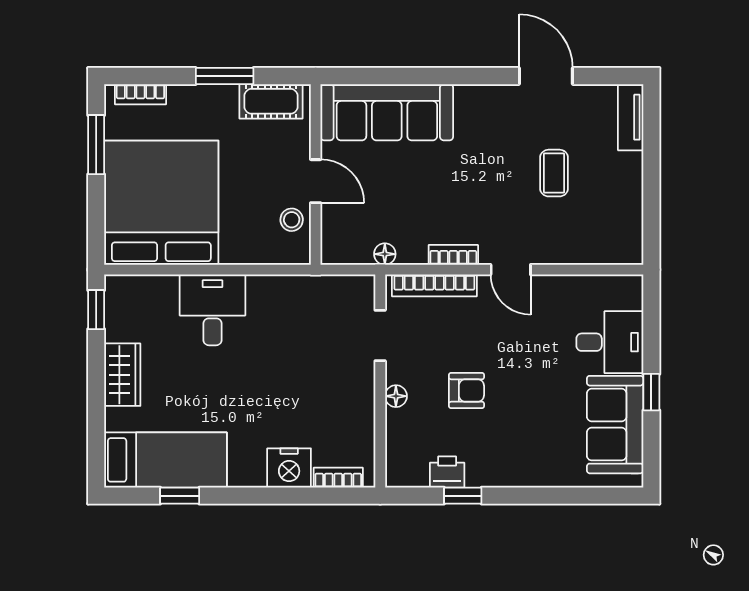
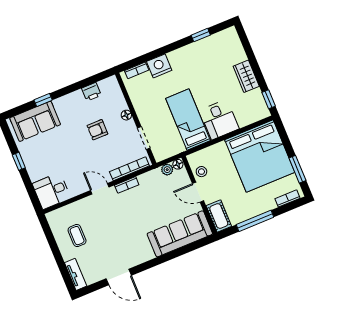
window: (225, 76) -> (255, 221), width x1.44
cot: (271, 101) -> (219, 216), moved, turned 90
coffee table: (554, 173) -> (77, 236), moved
plant: (359, 252) -> (167, 170), added
floor lamp: (385, 254) -> (178, 164), moved
desk: (610, 342) -> (52, 191), moved
sofa: (615, 425) -> (35, 121), moved, turned 90
bed: (166, 460) -> (188, 120), moved, turned 90
window: (463, 496) -> (43, 100), moved

